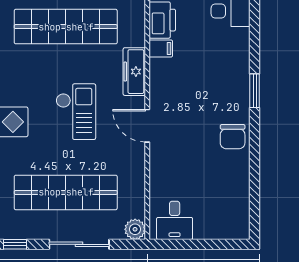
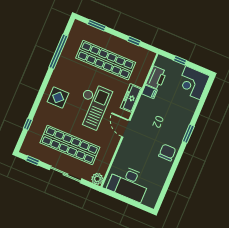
checkout: (76, 112) -> (92, 106), width x1.36, depth x1.21
chair: (233, 137) -> (167, 153), turned 180
desk: (175, 220) -> (129, 183), width x1.87, depth x1.30

